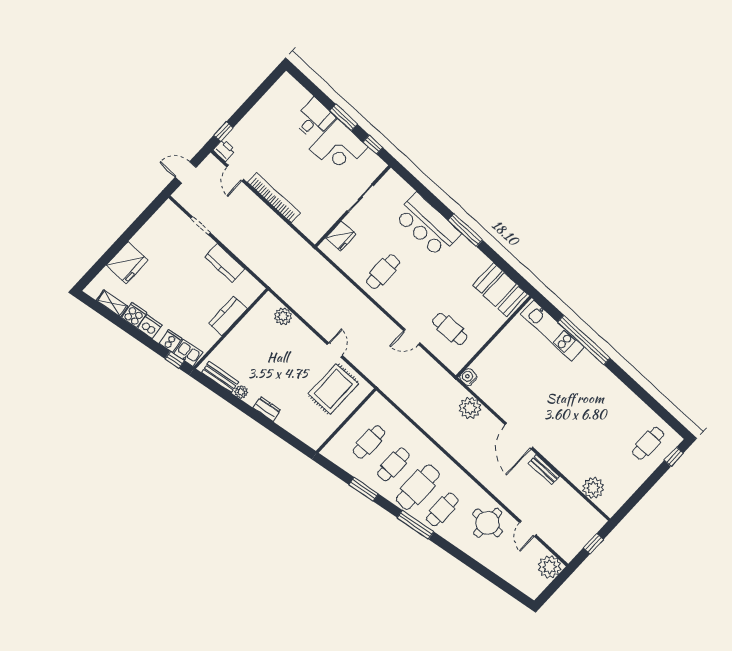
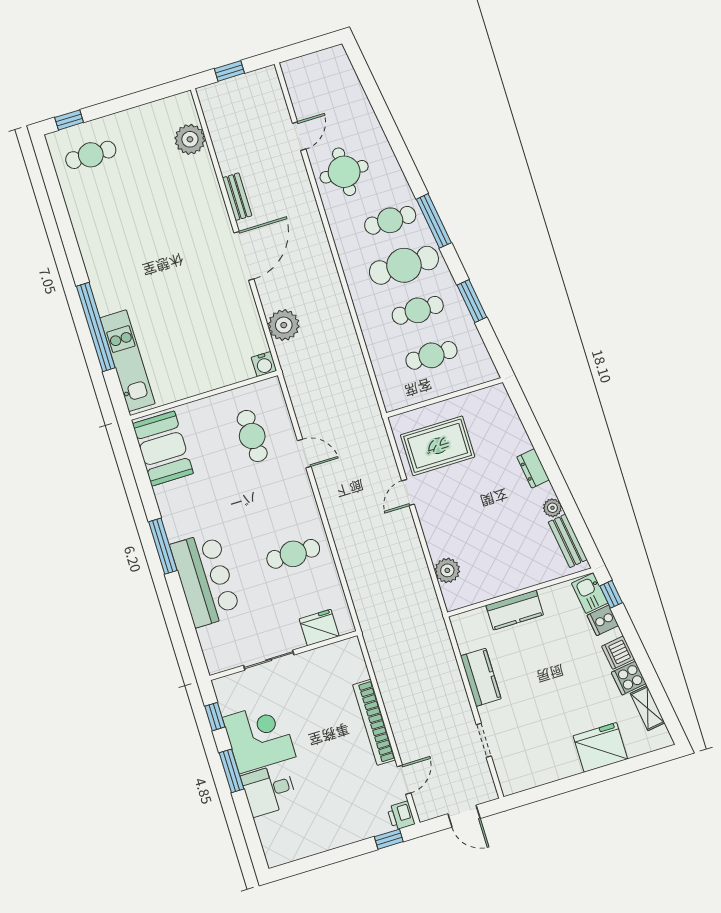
plant: (550, 567) -> (300, 74), removed

